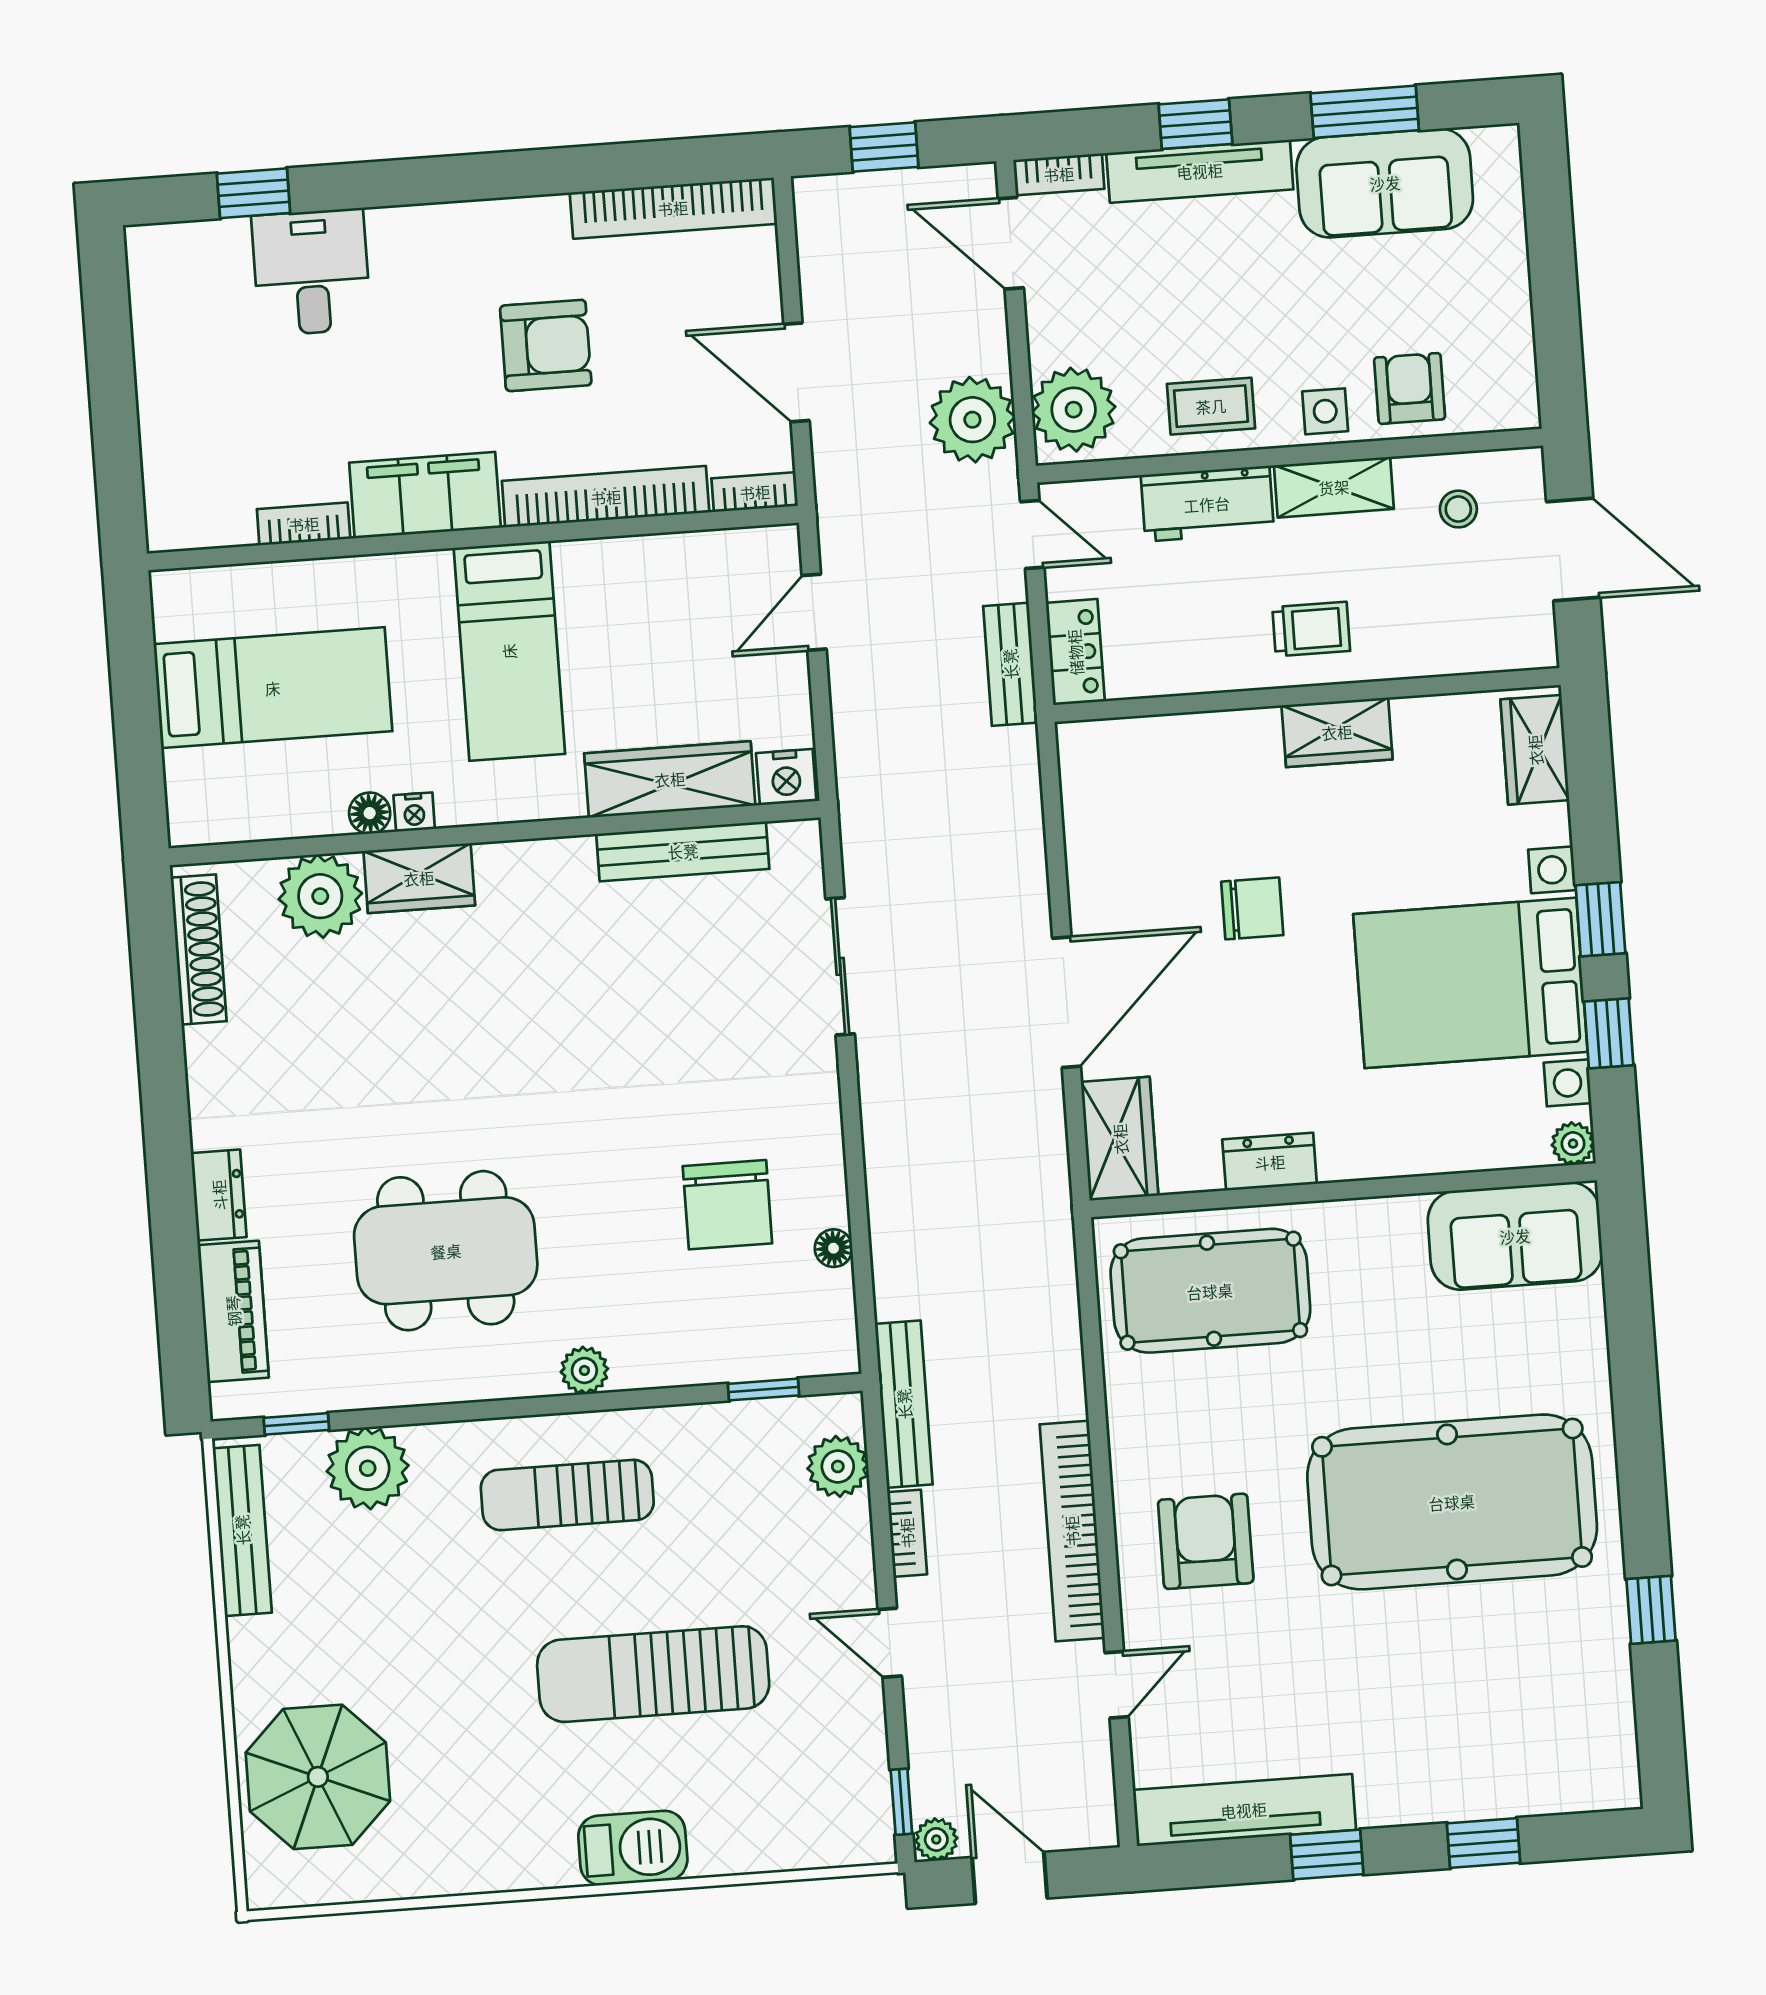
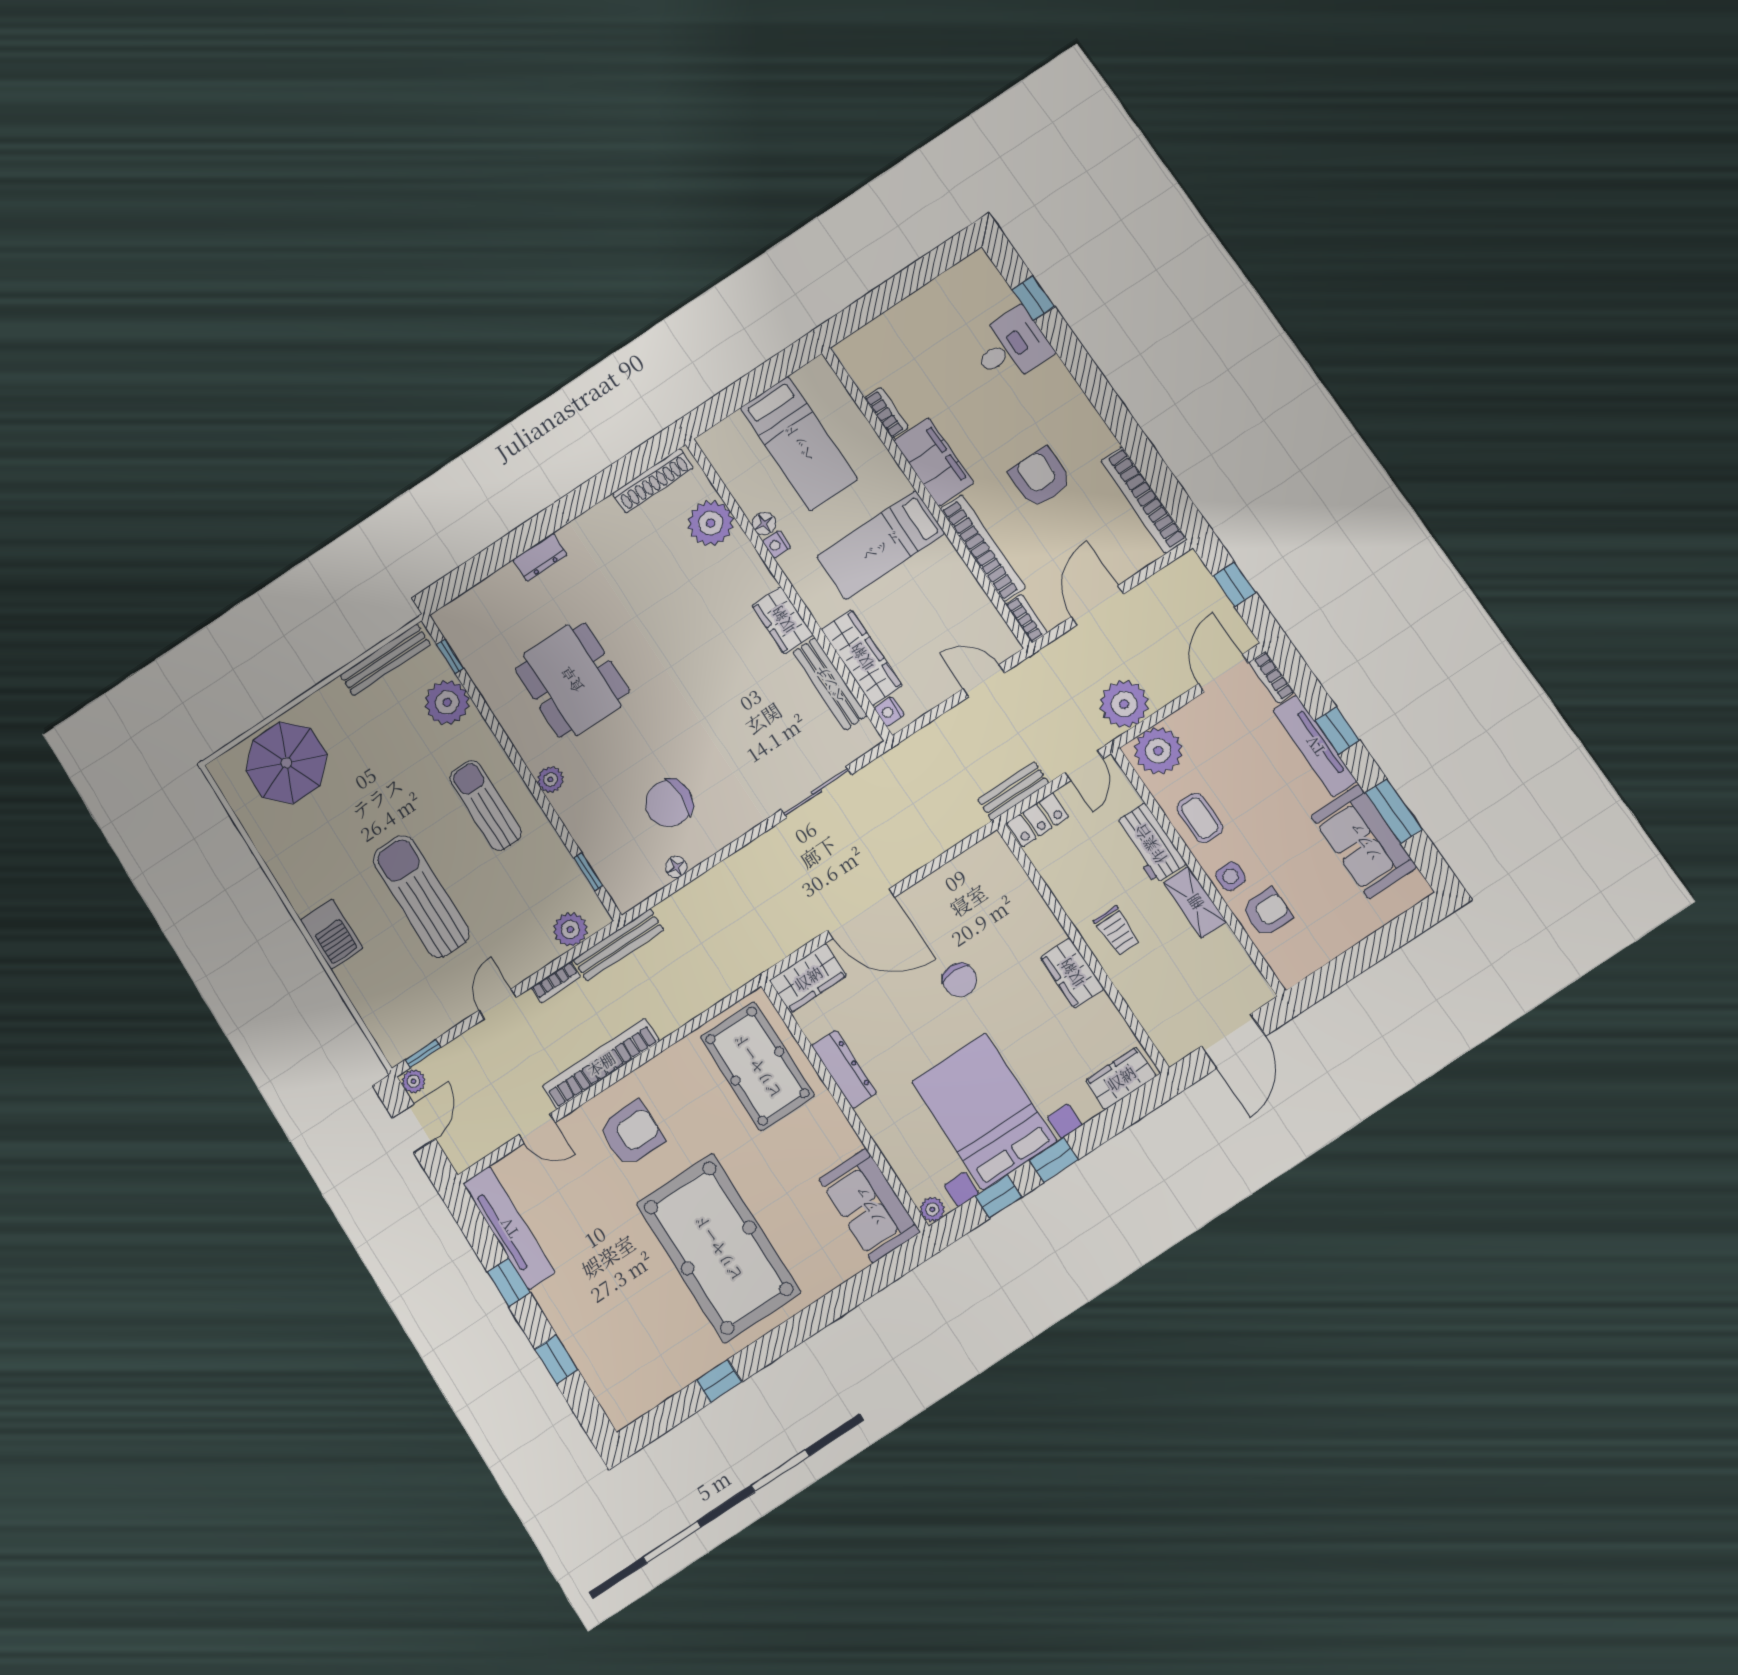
armchair: (546, 345) -> (1040, 478), turned 180
stool: (1458, 509) -> (1220, 971), removed
nightstand: (786, 777) -> (889, 712), width x0.72, depth x0.74
wardrobe: (419, 878) -> (783, 620), moved
dresser: (1270, 1162) -> (844, 1069), width x1.44
piano: (233, 1311) -> (488, 596), removed

